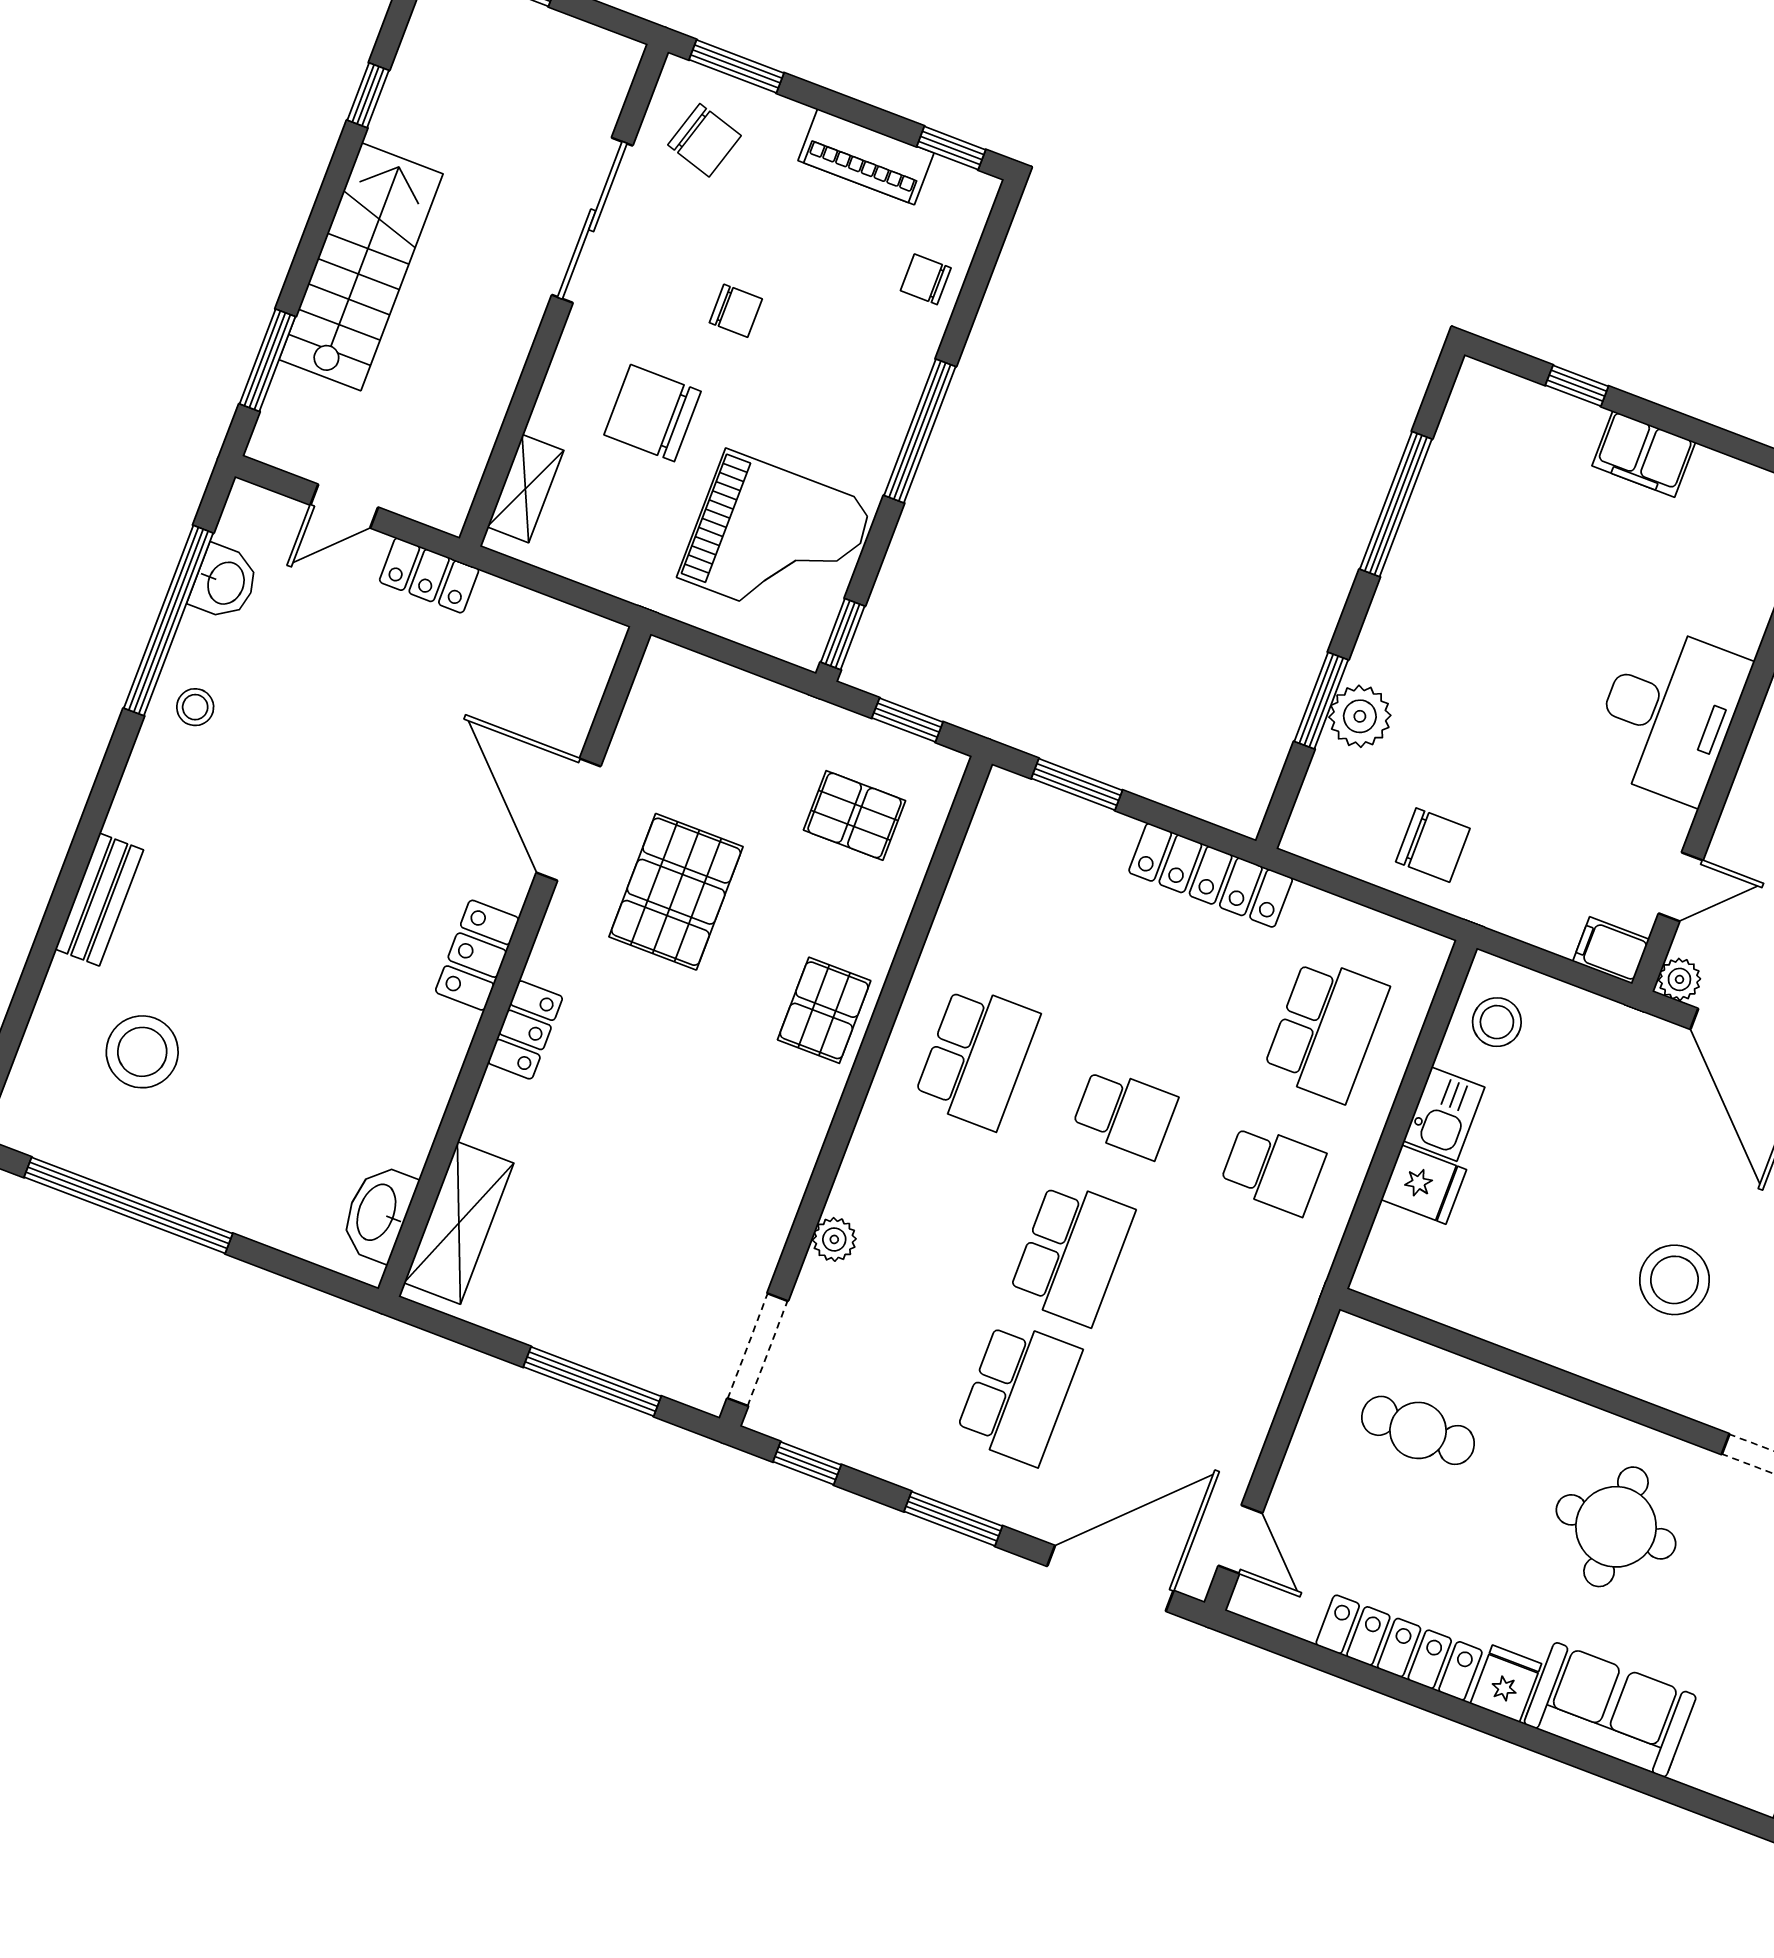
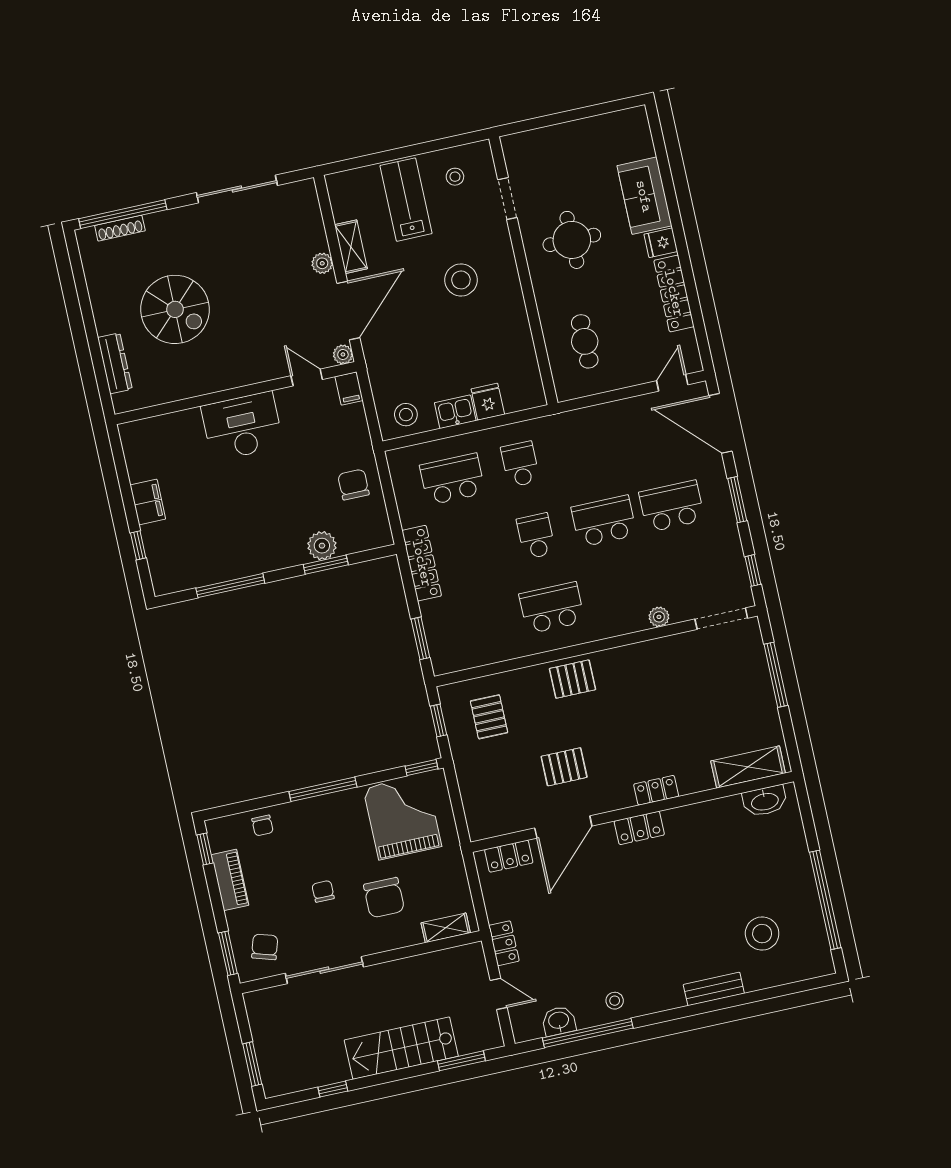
locker: (580, 687) -> (509, 856), added
pallet: (676, 892) -> (564, 767), width x0.67, depth x0.71

